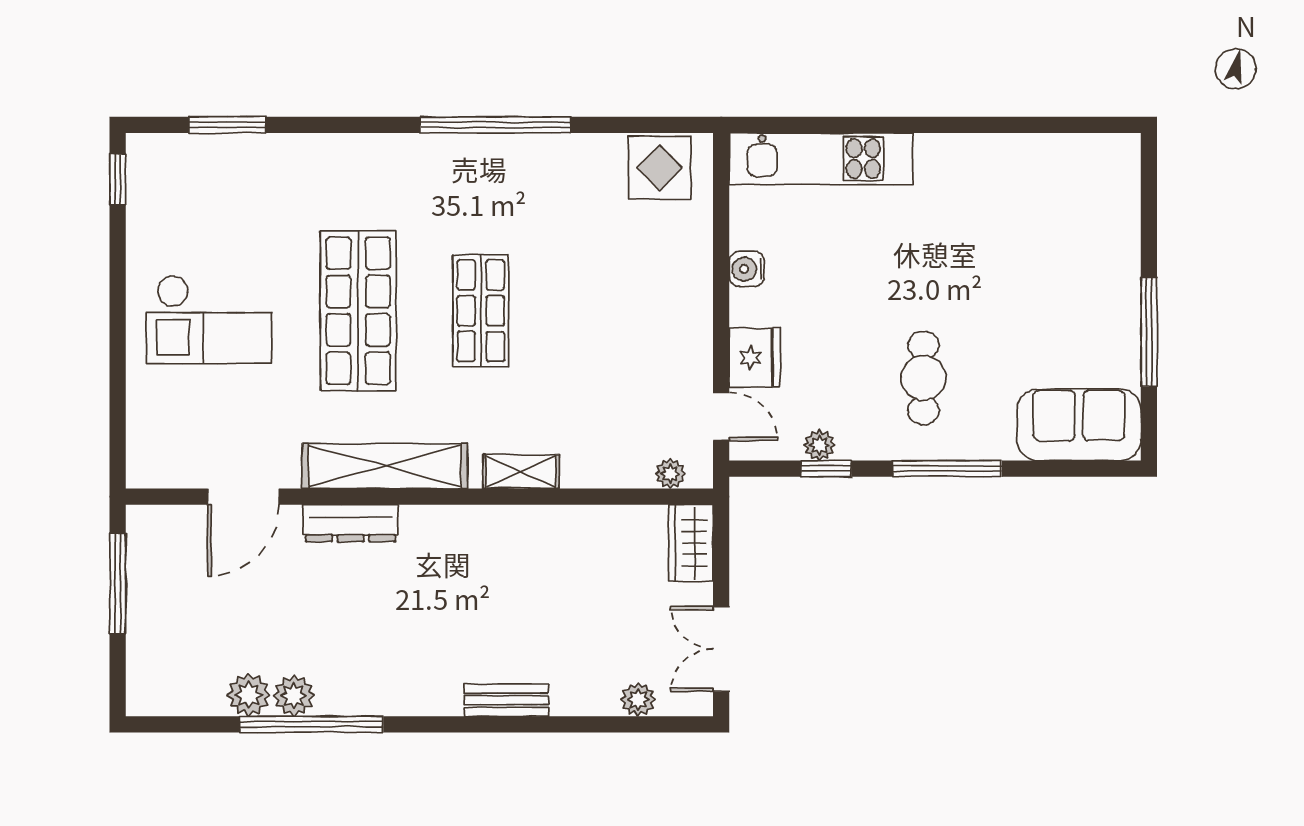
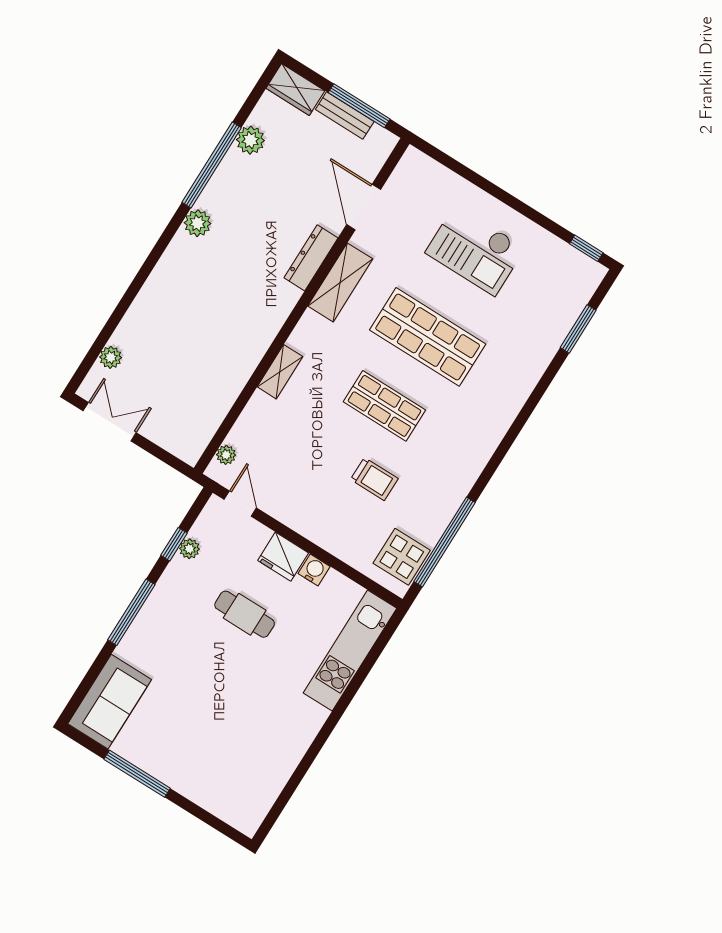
window: (495, 125) -> (445, 542), moved
trolley: (582, 265) -> (374, 479), added
checkout: (209, 319) -> (475, 250), turned -90
fridge: (755, 358) -> (283, 557), moved
cafe table: (924, 378) -> (245, 614), moved
door: (721, 416) -> (240, 504), swing flipped
shelving: (385, 466) -> (340, 282), width x0.68
wardrobe: (691, 543) -> (295, 89), moved, turned 180
plant: (294, 696) -> (198, 223), moved
bench: (506, 700) -> (345, 116), moved, turned 90

